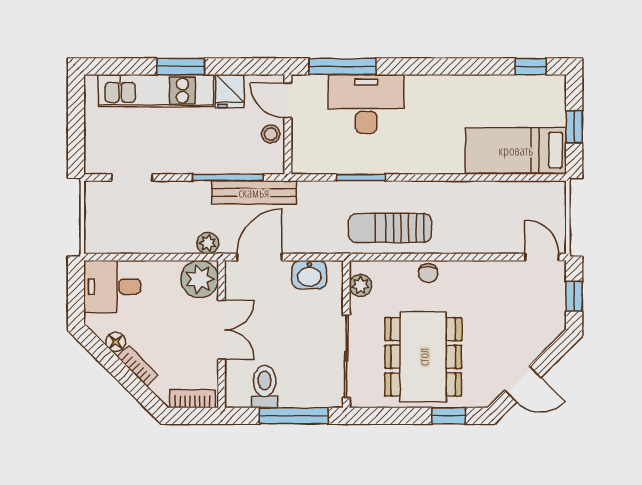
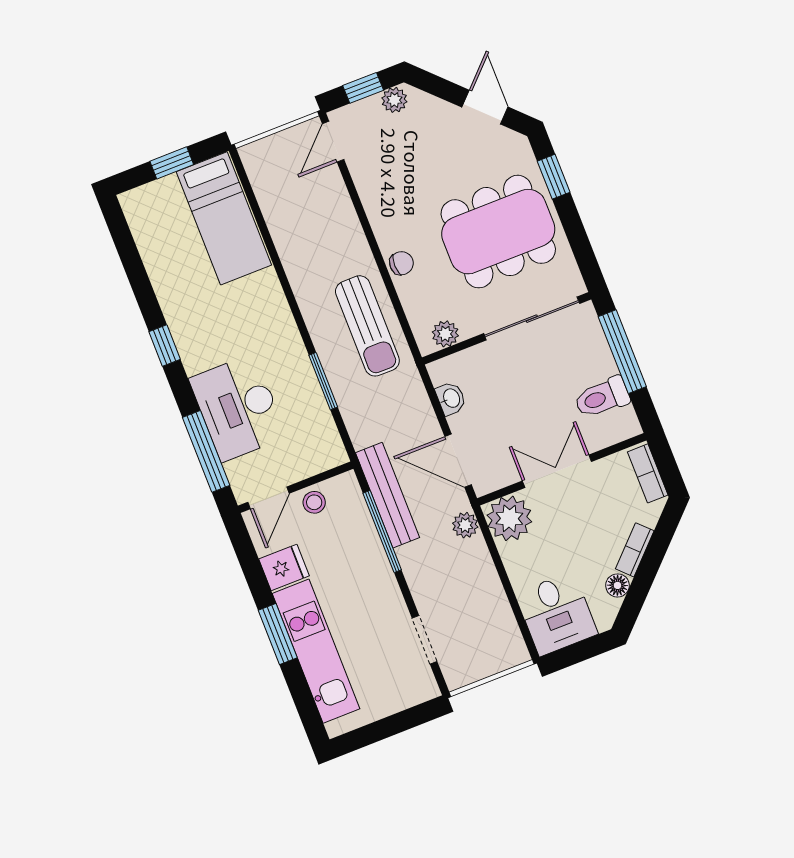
window: (531, 66) -> (165, 345), moved
washbasin: (309, 275) -> (451, 398), width x0.72, depth x0.69
plant: (555, 317) -> (394, 100), added

